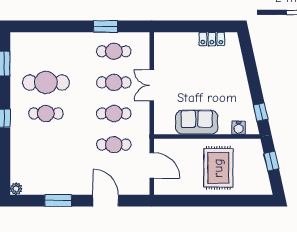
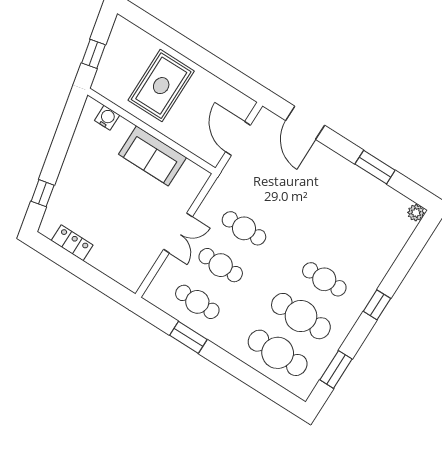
window: (261, 112) -> (43, 193), moved
cafe table: (114, 145) -> (278, 353), moved, width x1.37, depth x1.35
door: (106, 201) -> (305, 123), moved

